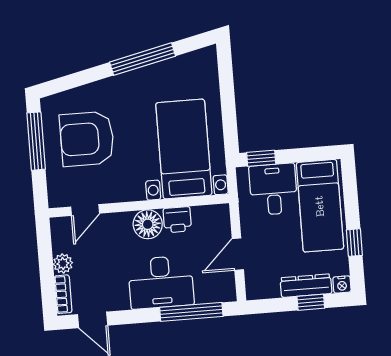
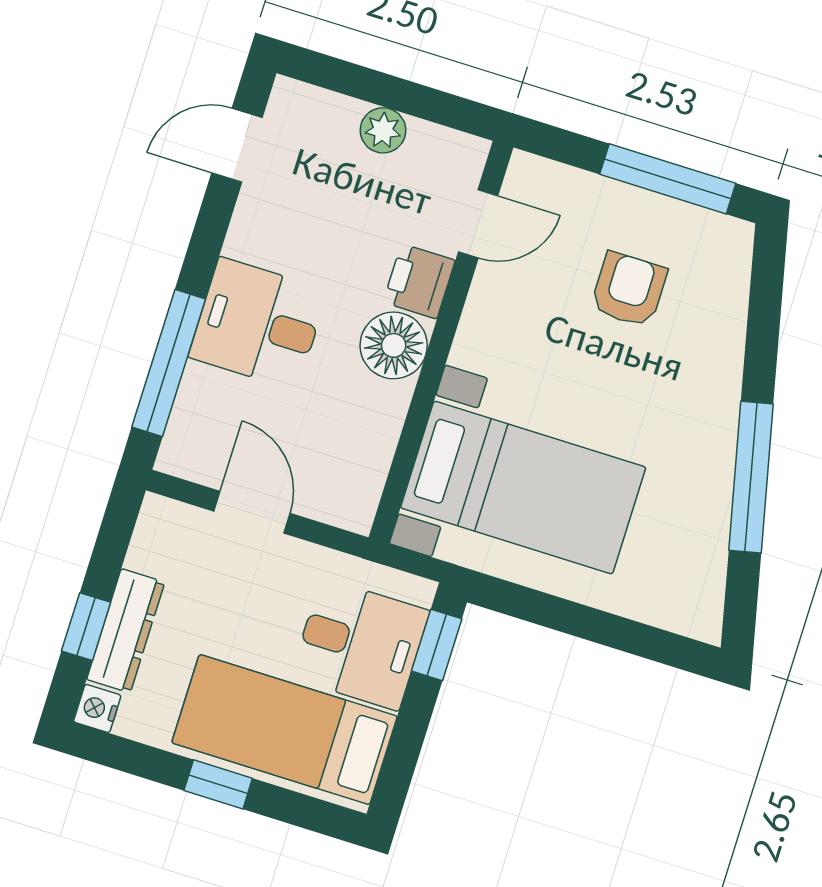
armchair: (87, 139) -> (629, 289), width x0.53, depth x0.53
door: (85, 210) -> (478, 224), swing flipped
printer: (177, 220) -> (419, 281), moved
window: (354, 243) -> (218, 784), moved
desk: (161, 282) -> (258, 324), width x0.73
bookcase: (63, 294) -> (317, 104), removed

